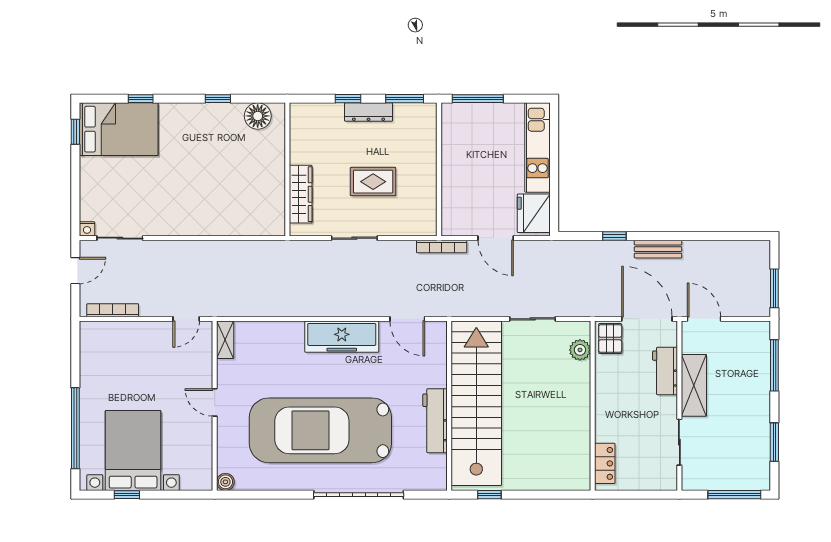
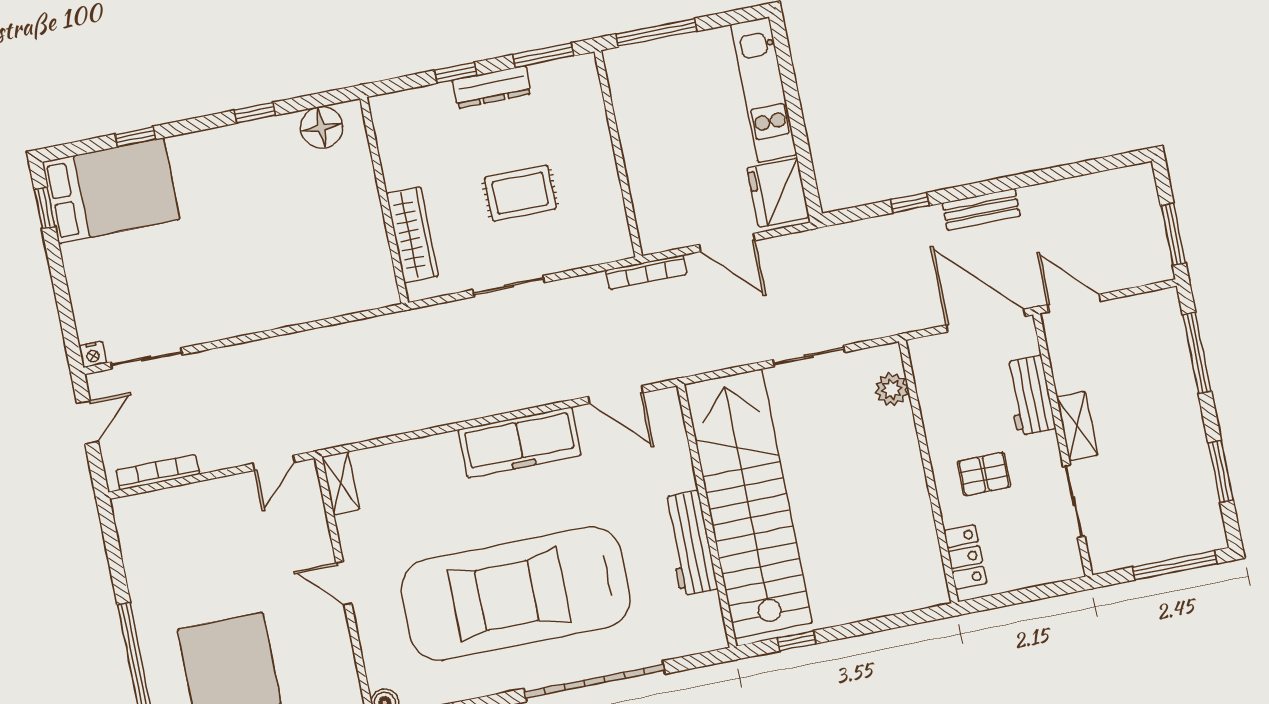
pallet: (610, 339) -> (984, 474), moved, turned 90
shelving: (694, 385) -> (1077, 426), width x0.67, depth x0.75

